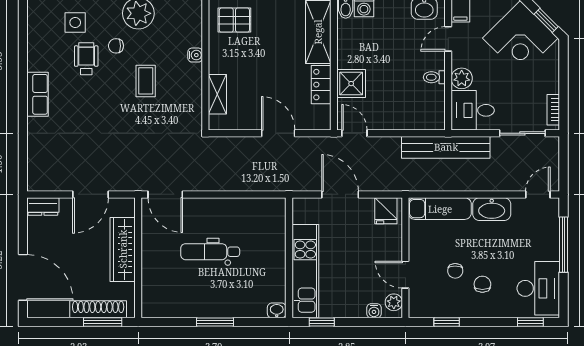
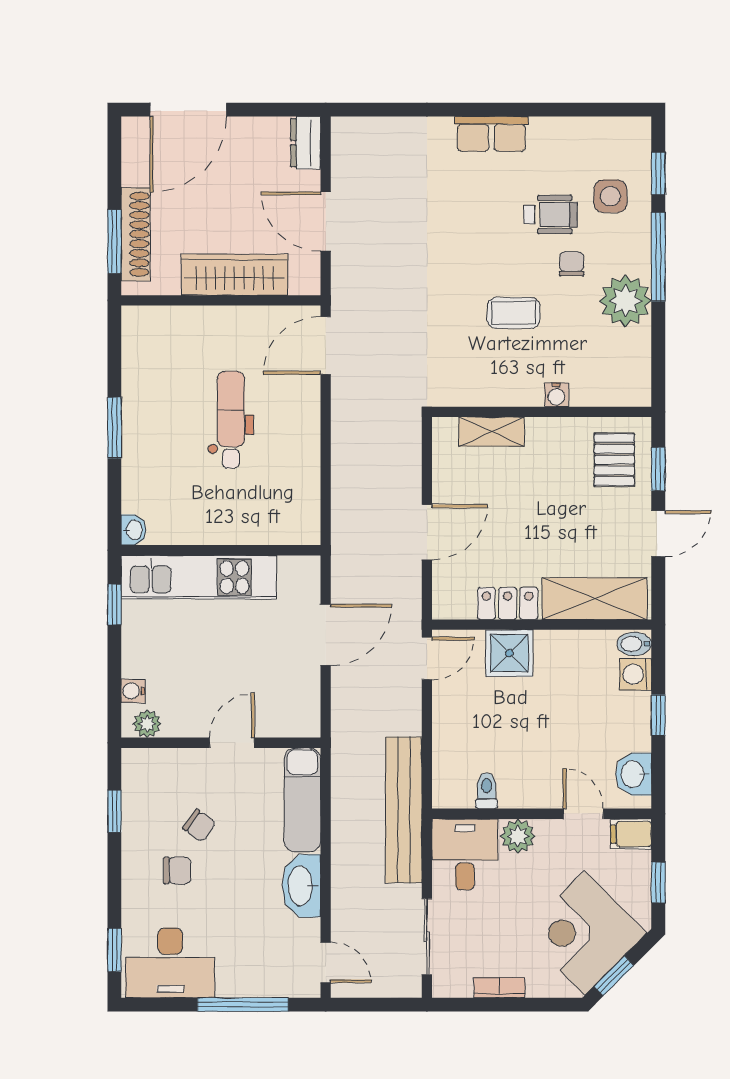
toilet: (434, 77) -> (487, 791), moved
bookcase: (553, 110) -> (500, 988), moved
fridge: (386, 211) -> (299, 711), removed
chair: (455, 271) -> (199, 825), turned -145
door: (405, 275) -> (232, 743), moved

